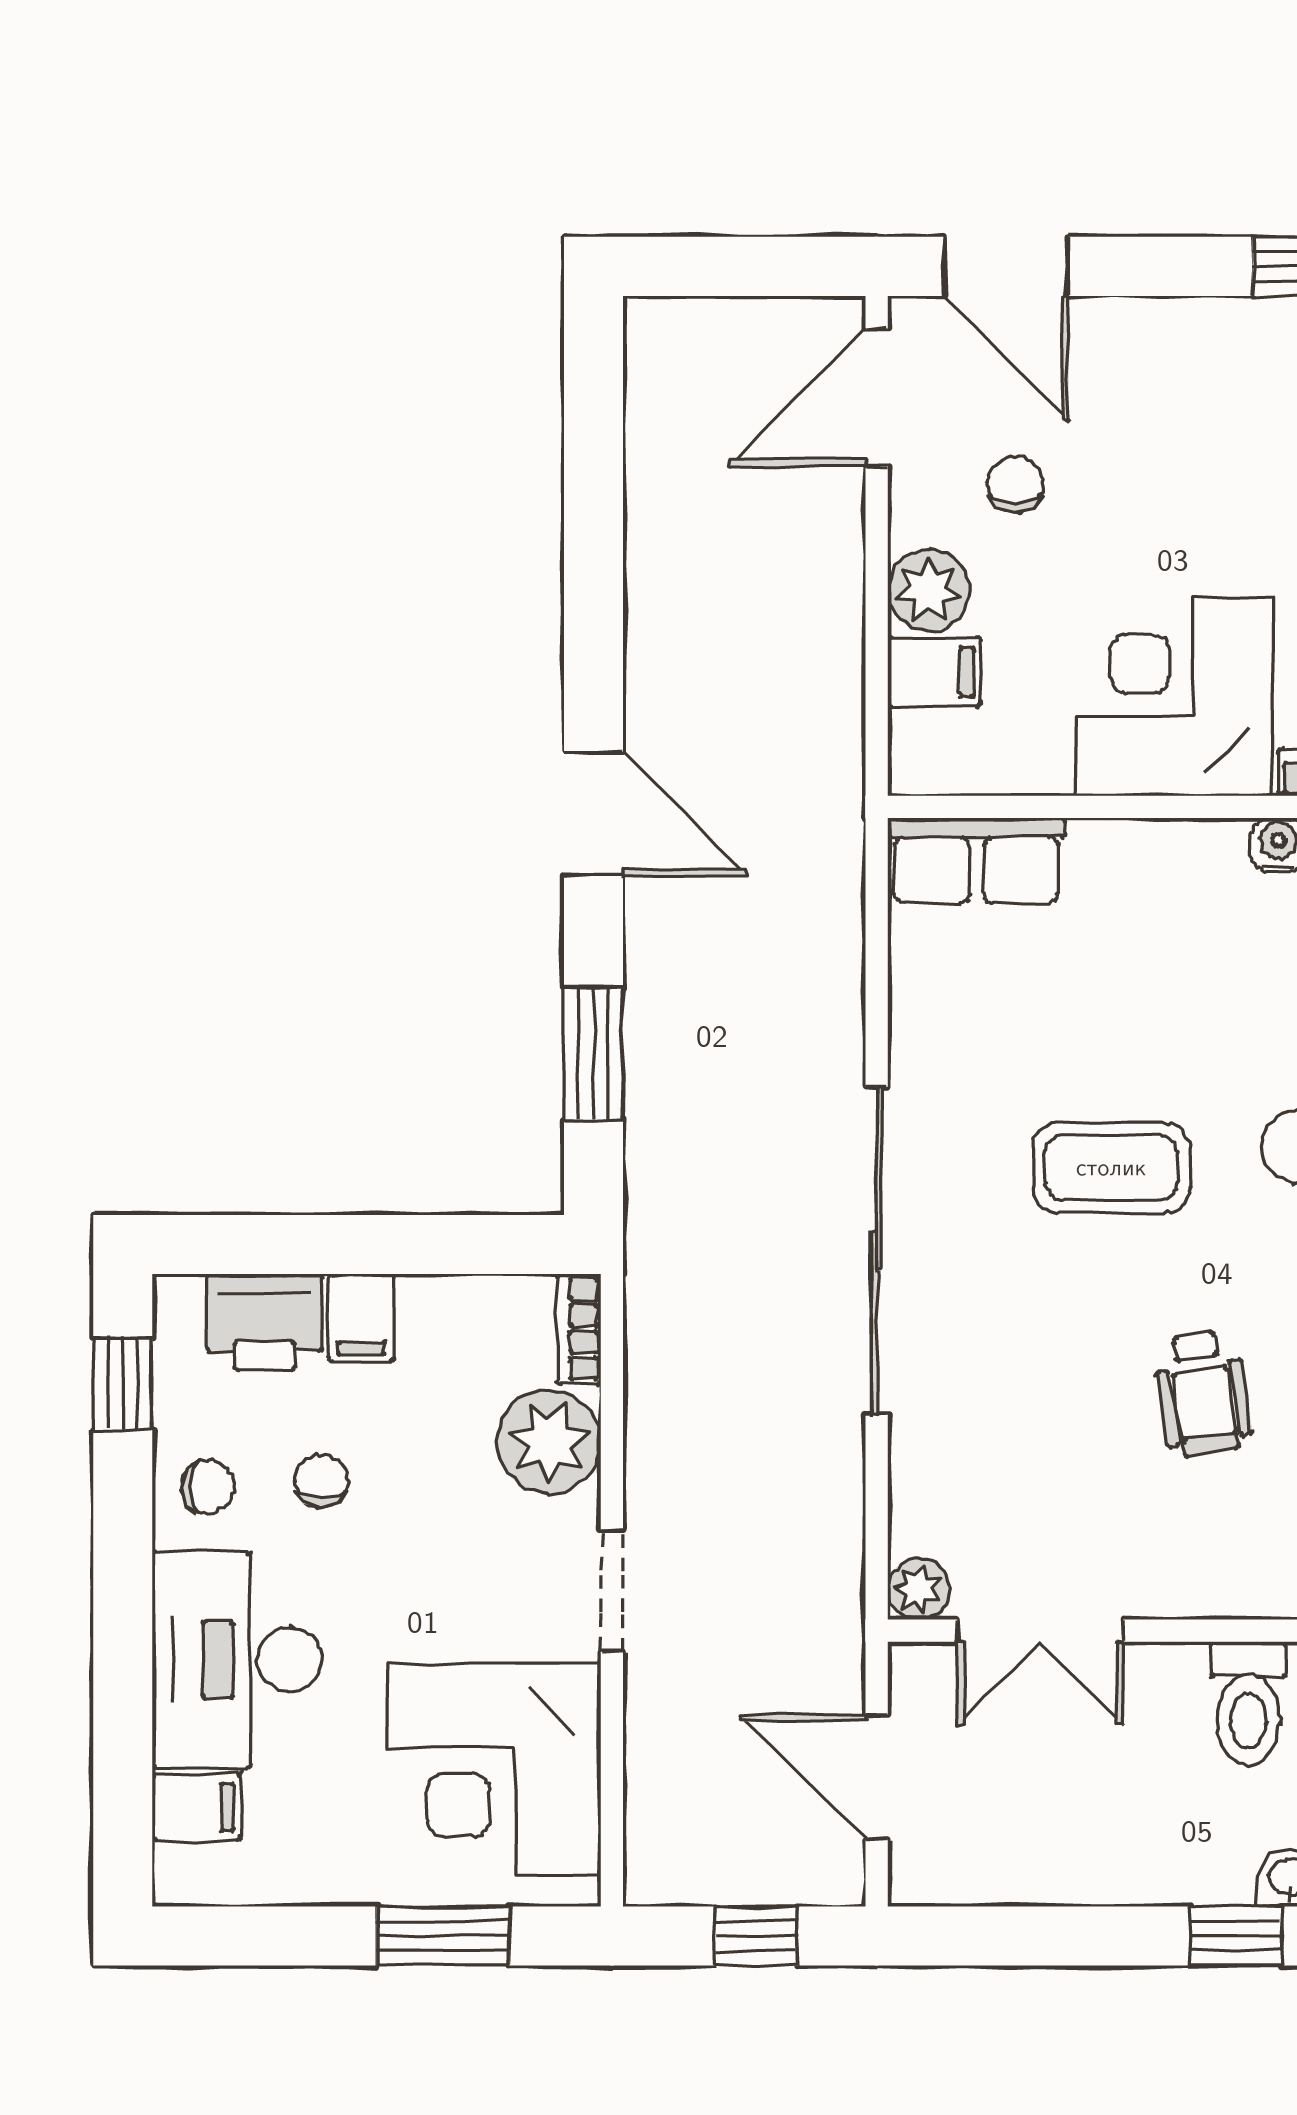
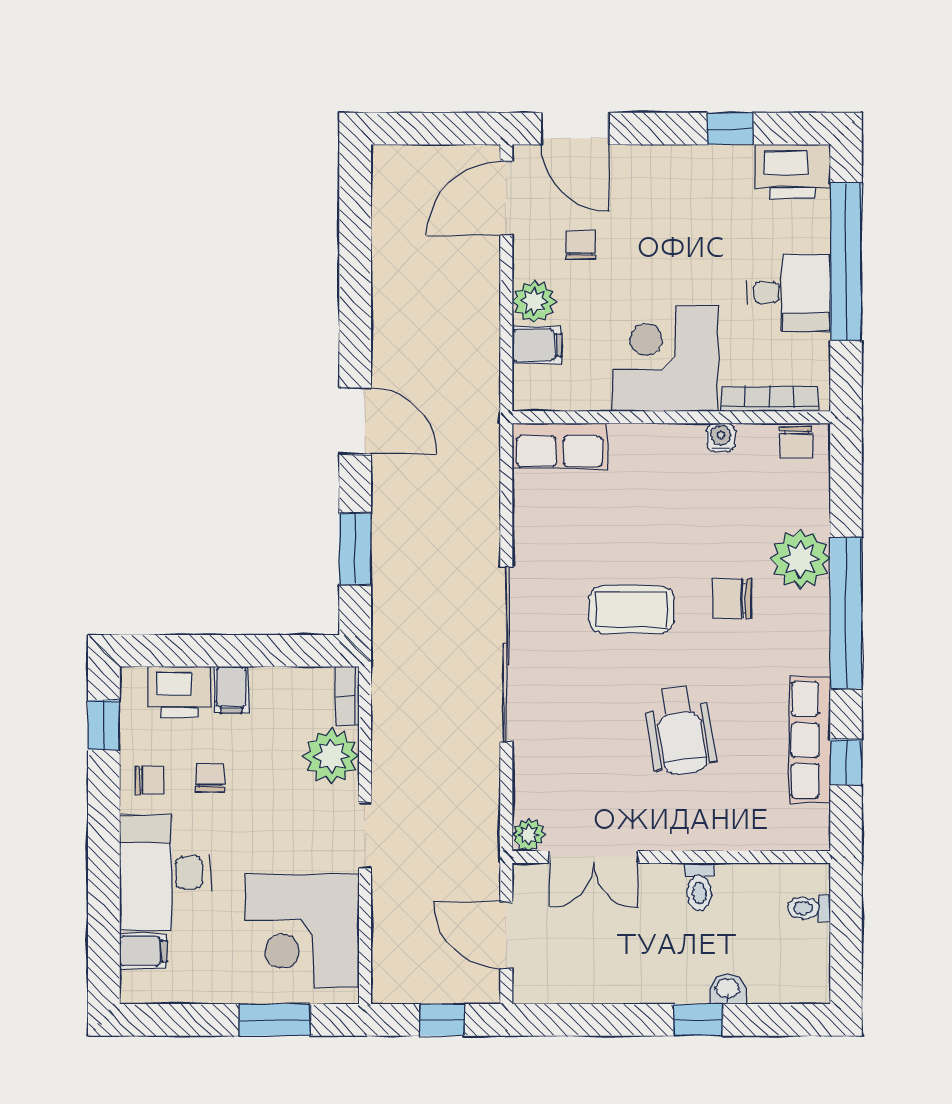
wheelchair: (1203, 1394) -> (680, 730), width x1.36, depth x1.37
toilet: (1248, 1704) -> (699, 887), width x0.73, depth x0.72

